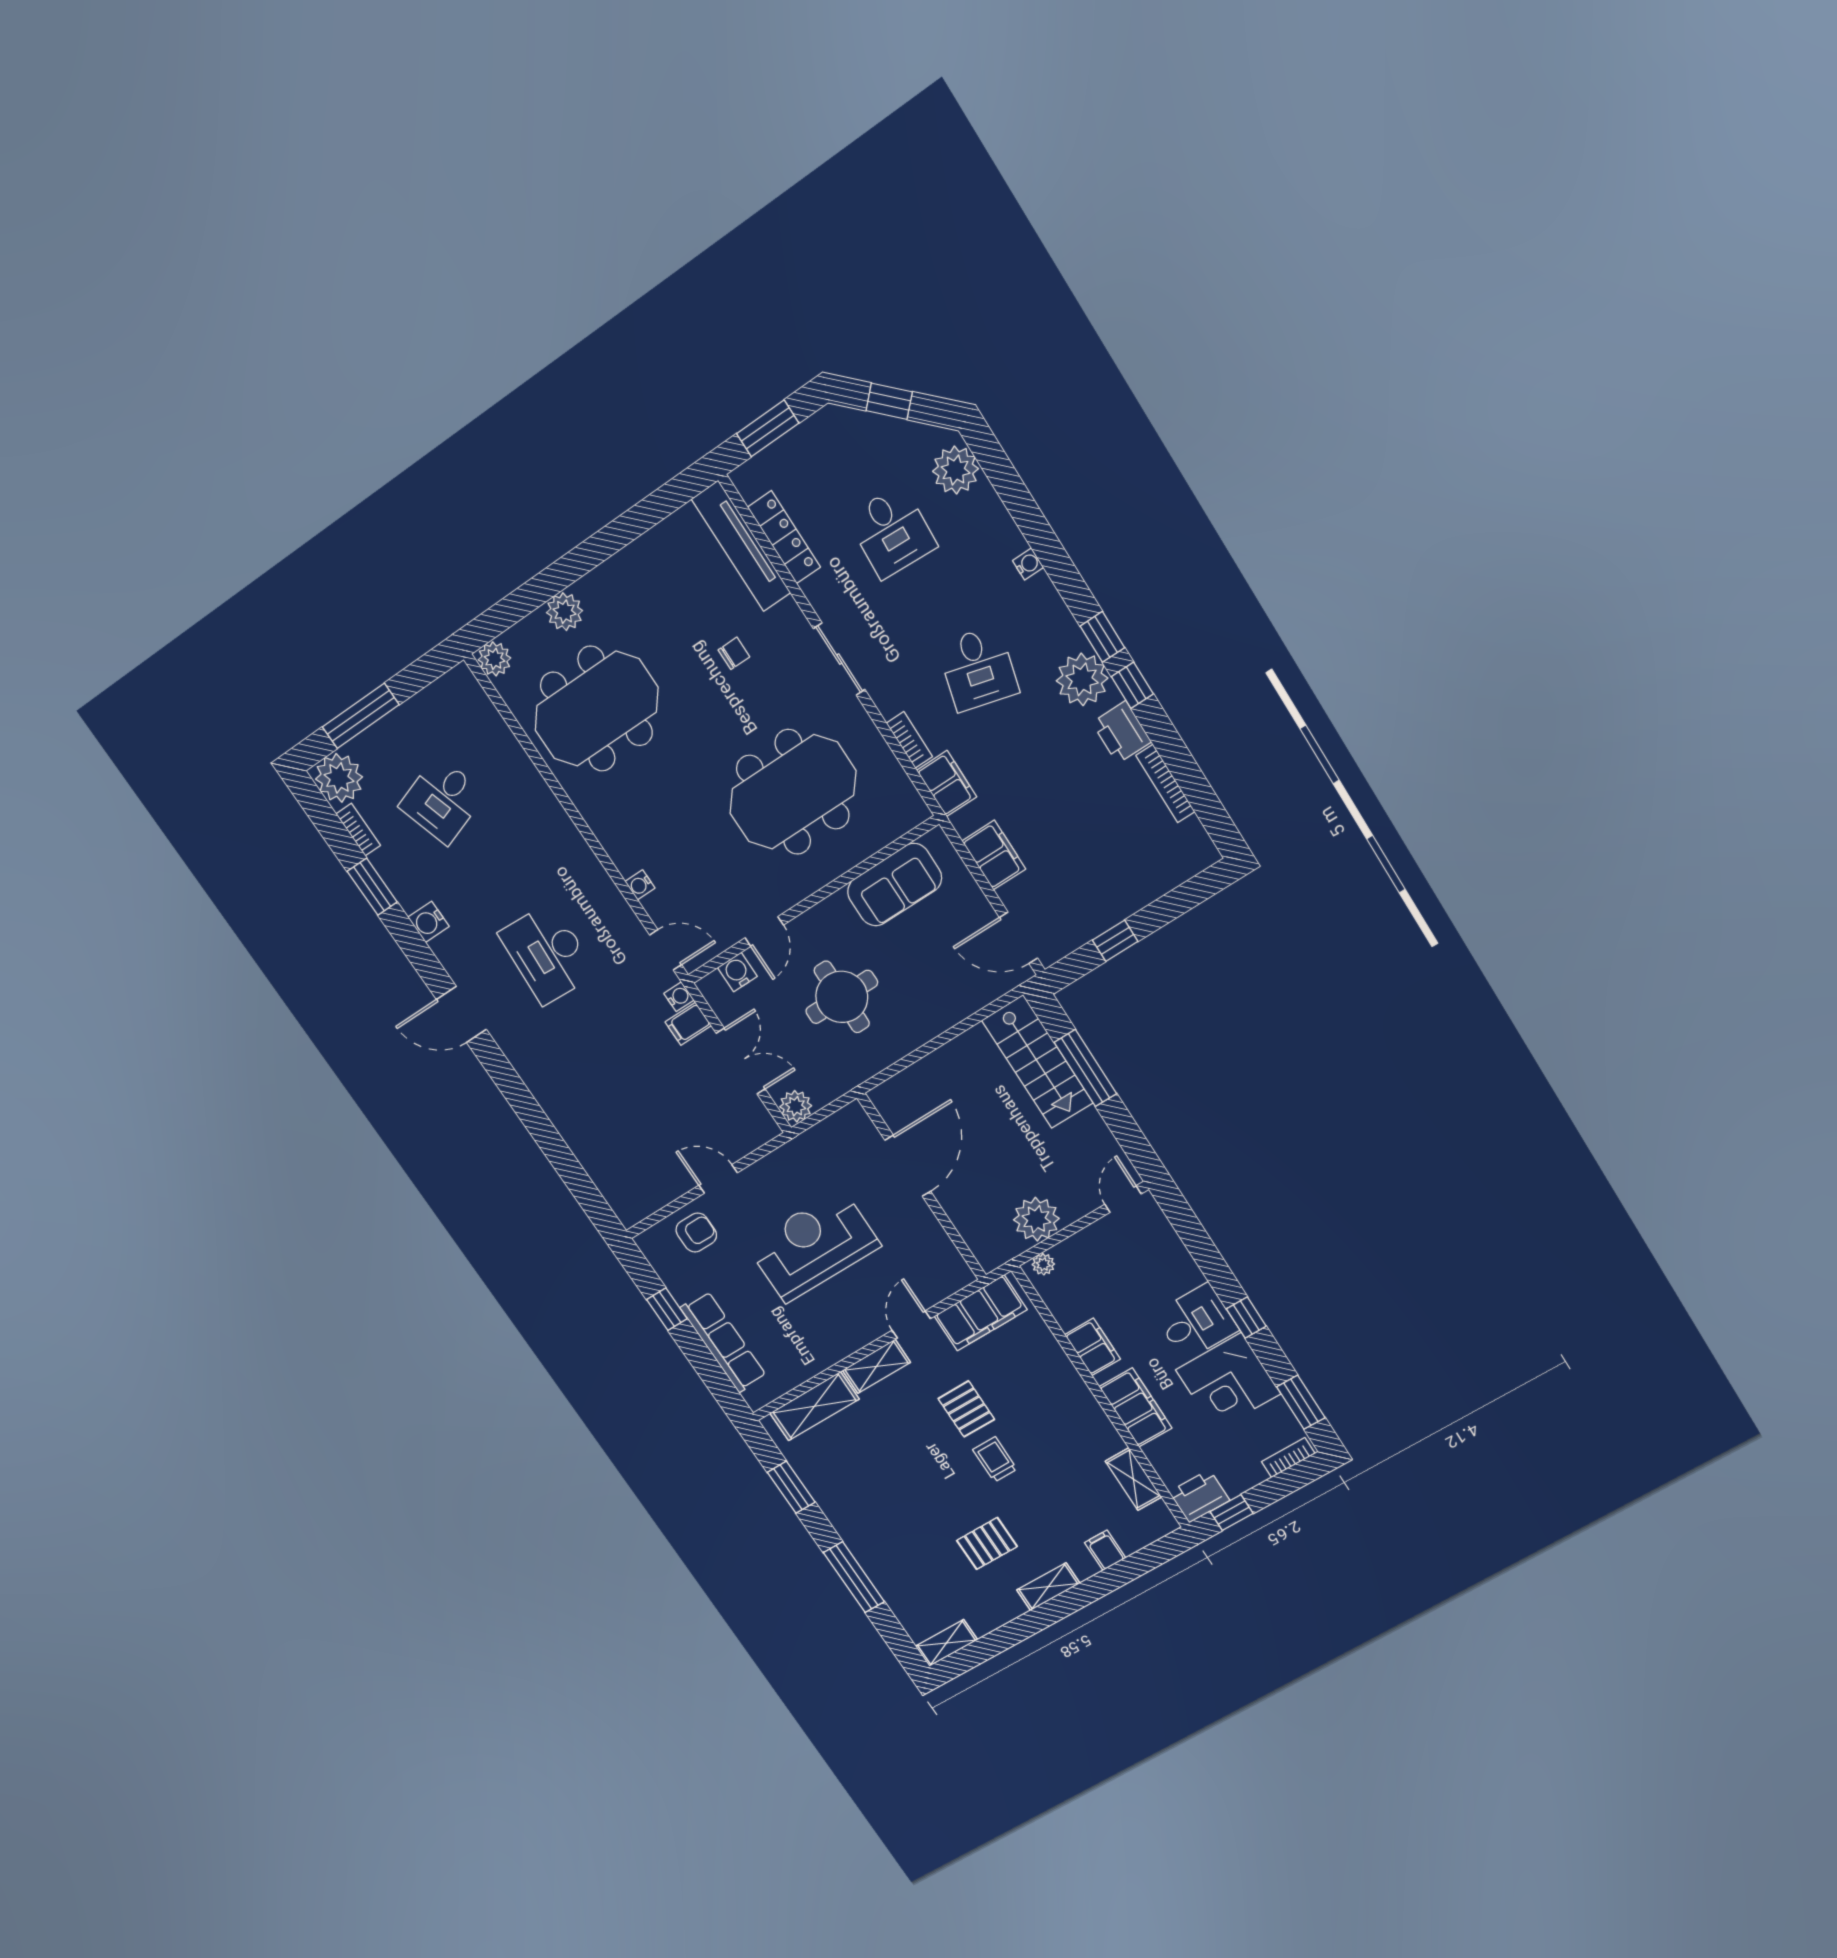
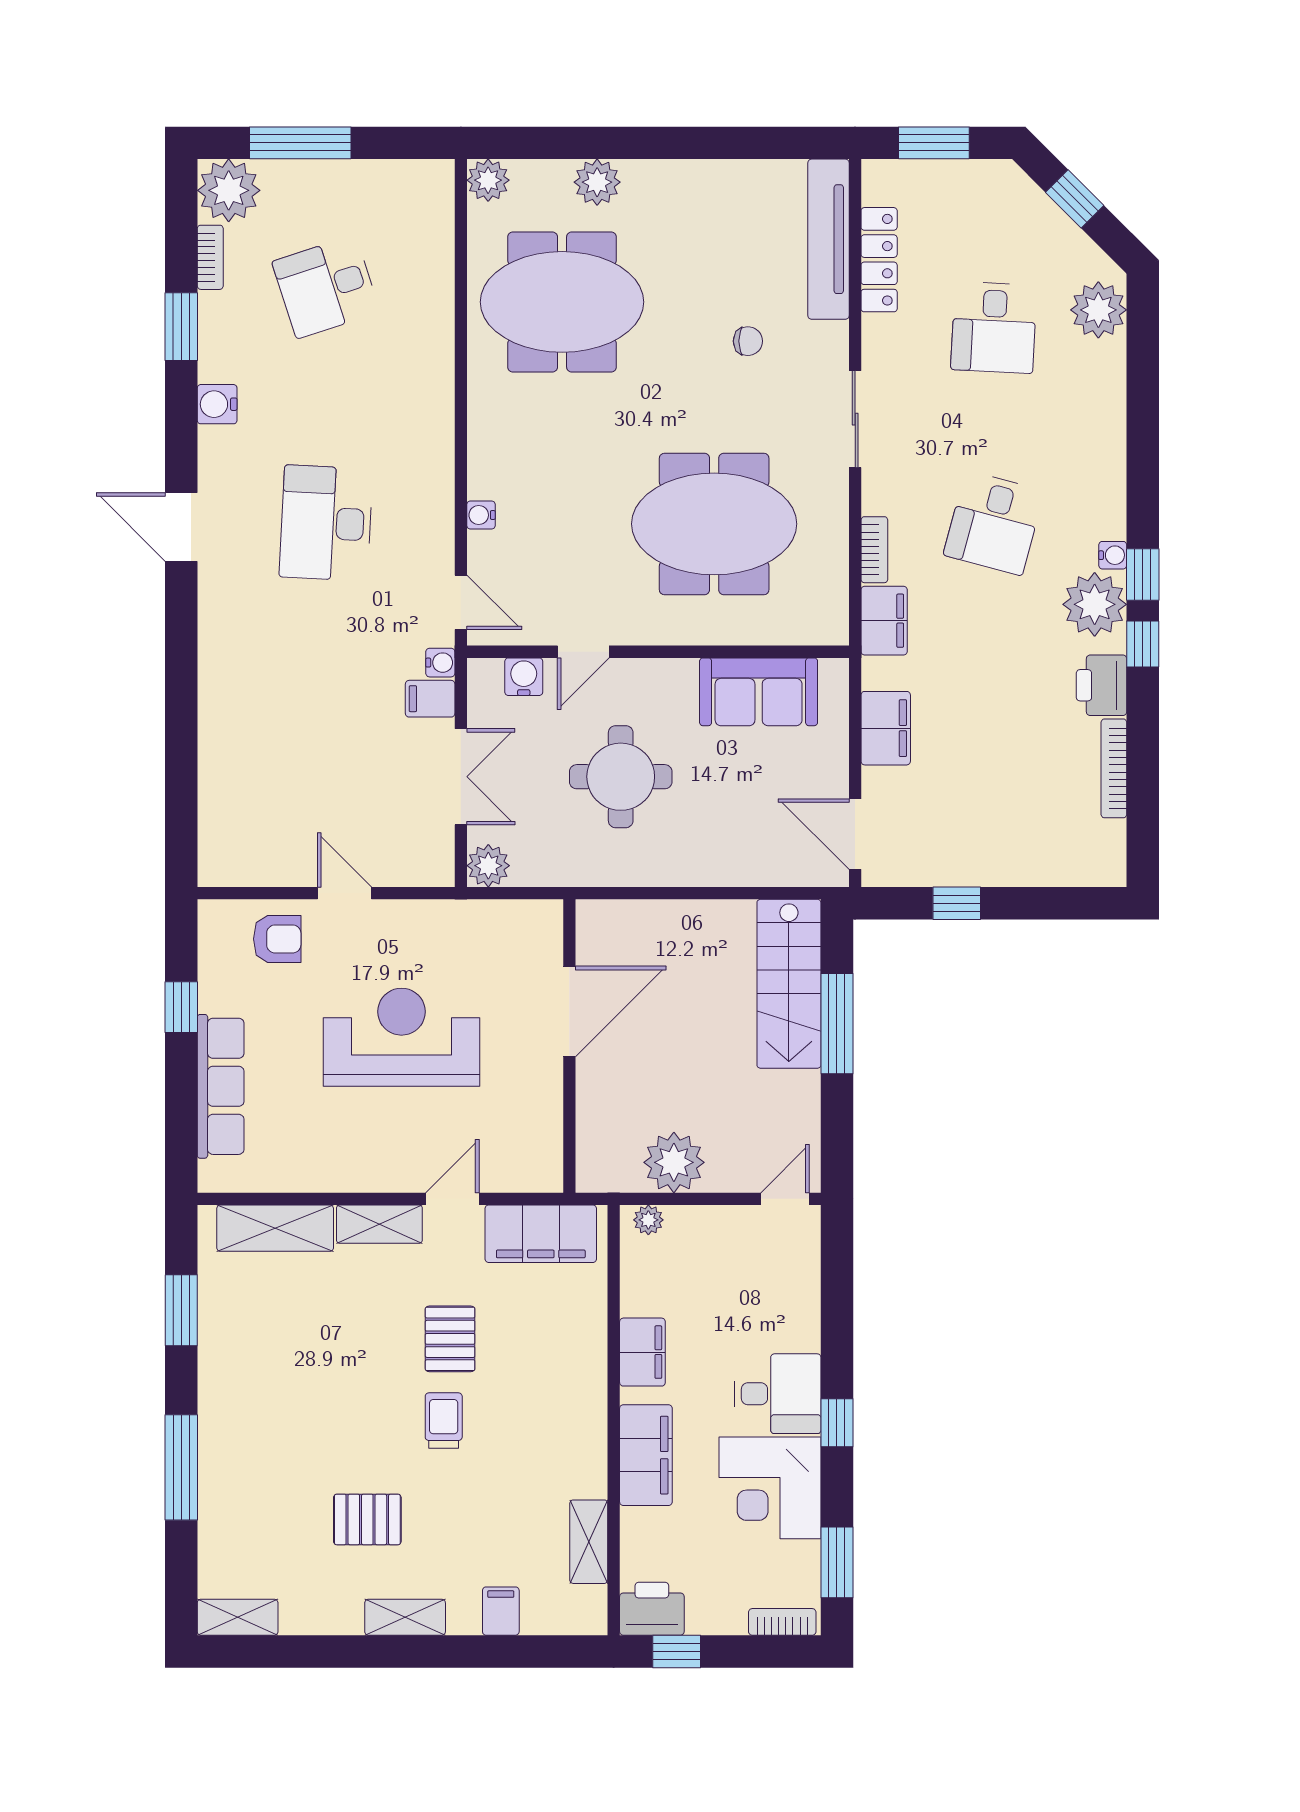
water cooler: (1028, 564) -> (1113, 555), moved

